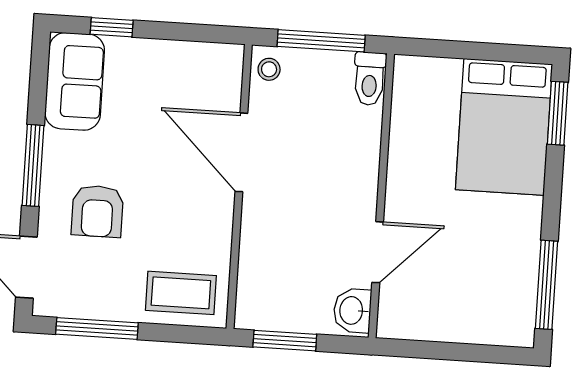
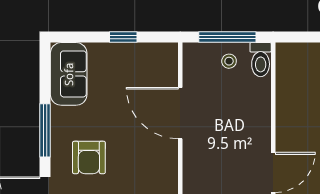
window: (112, 27) -> (123, 37), moved
stool: (269, 69) -> (229, 61), moved

